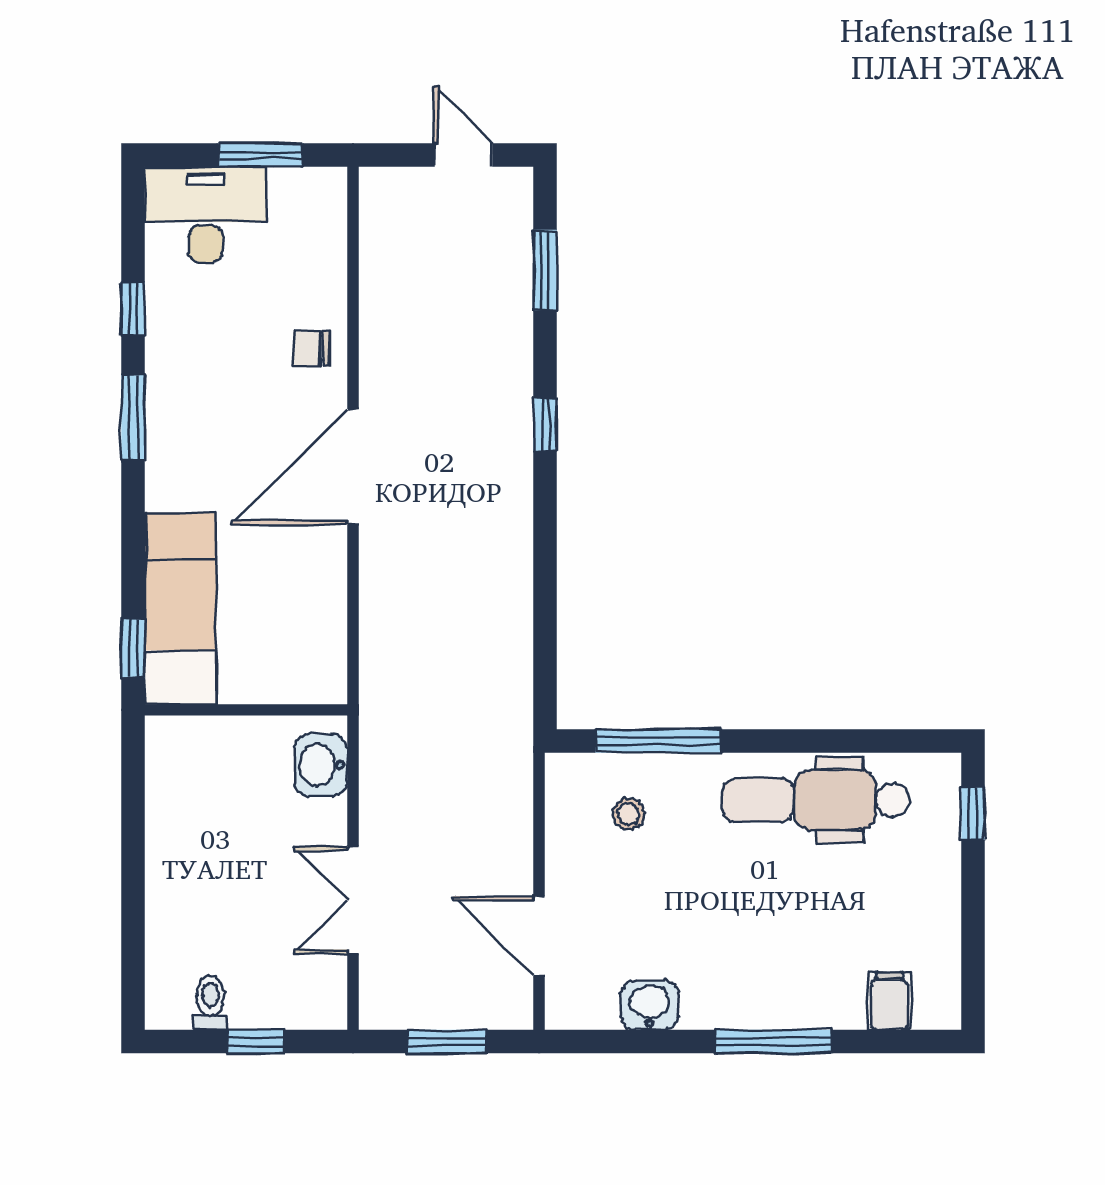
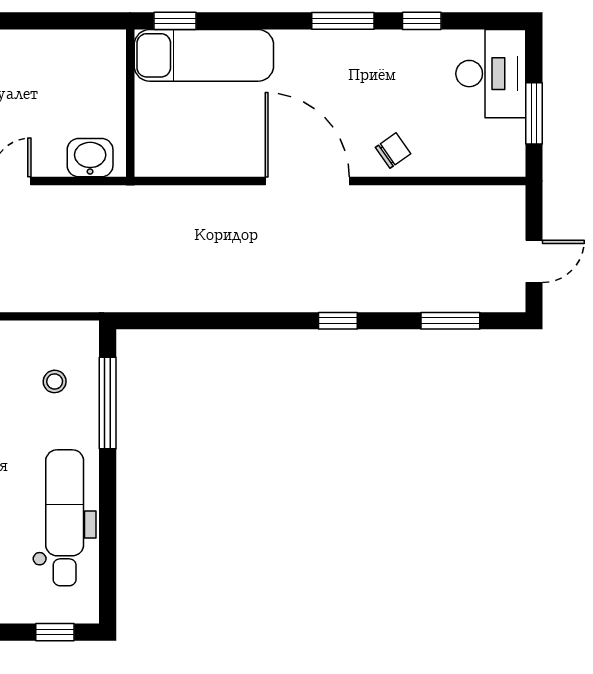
chair: (311, 349) -> (393, 151), turned 55

